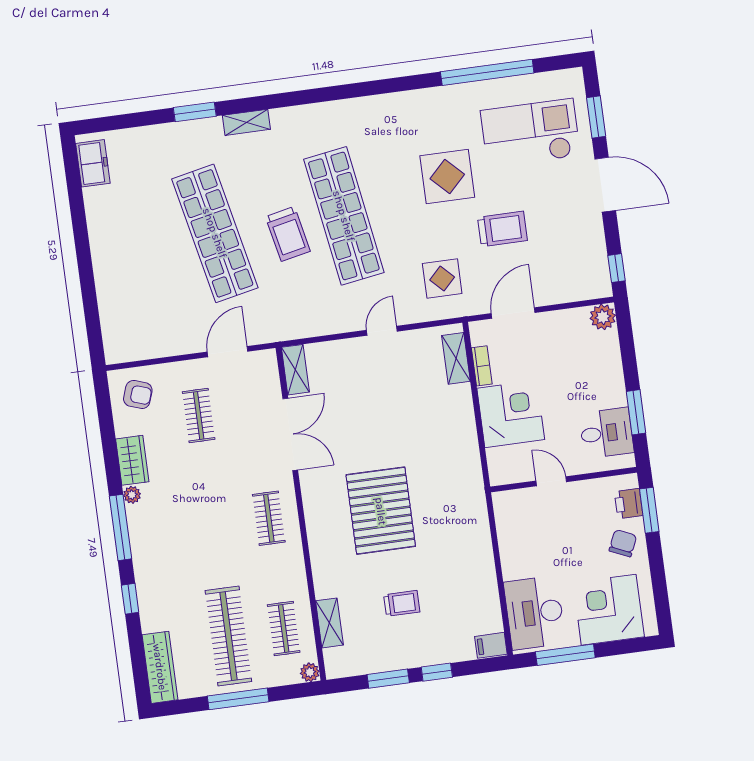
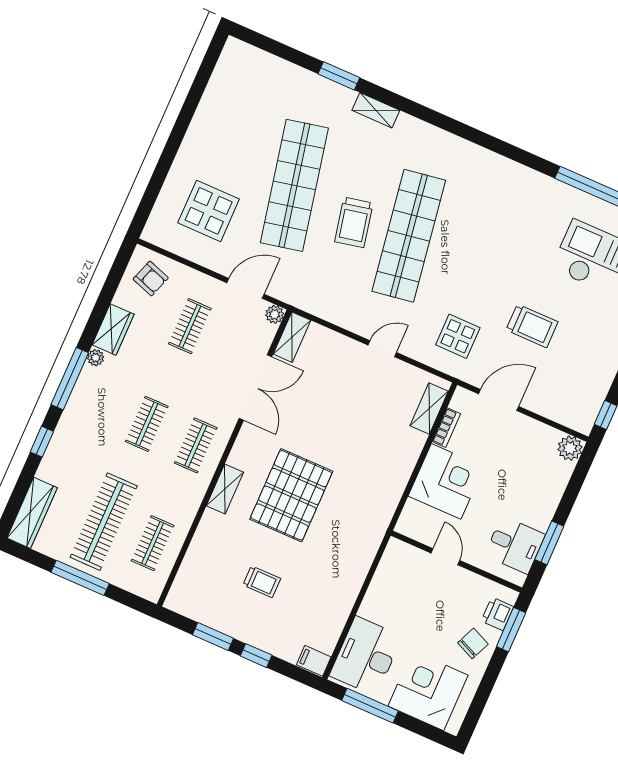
freezer: (93, 163) -> (230, 67), removed
display table: (447, 176) -> (209, 211), moved
clothes rail: (214, 526) -> (147, 424), added
shelving: (329, 623) -> (225, 489), moved
plant: (310, 672) -> (275, 314), moved

